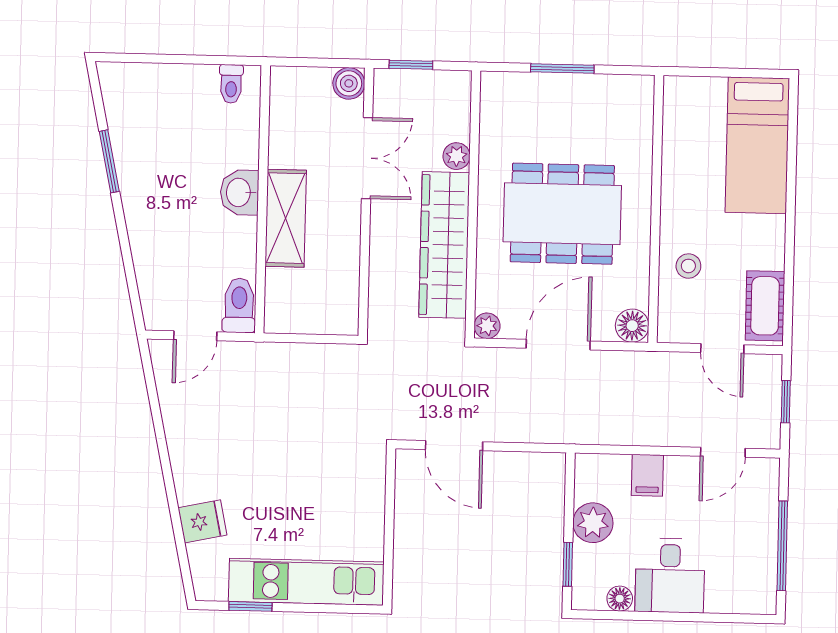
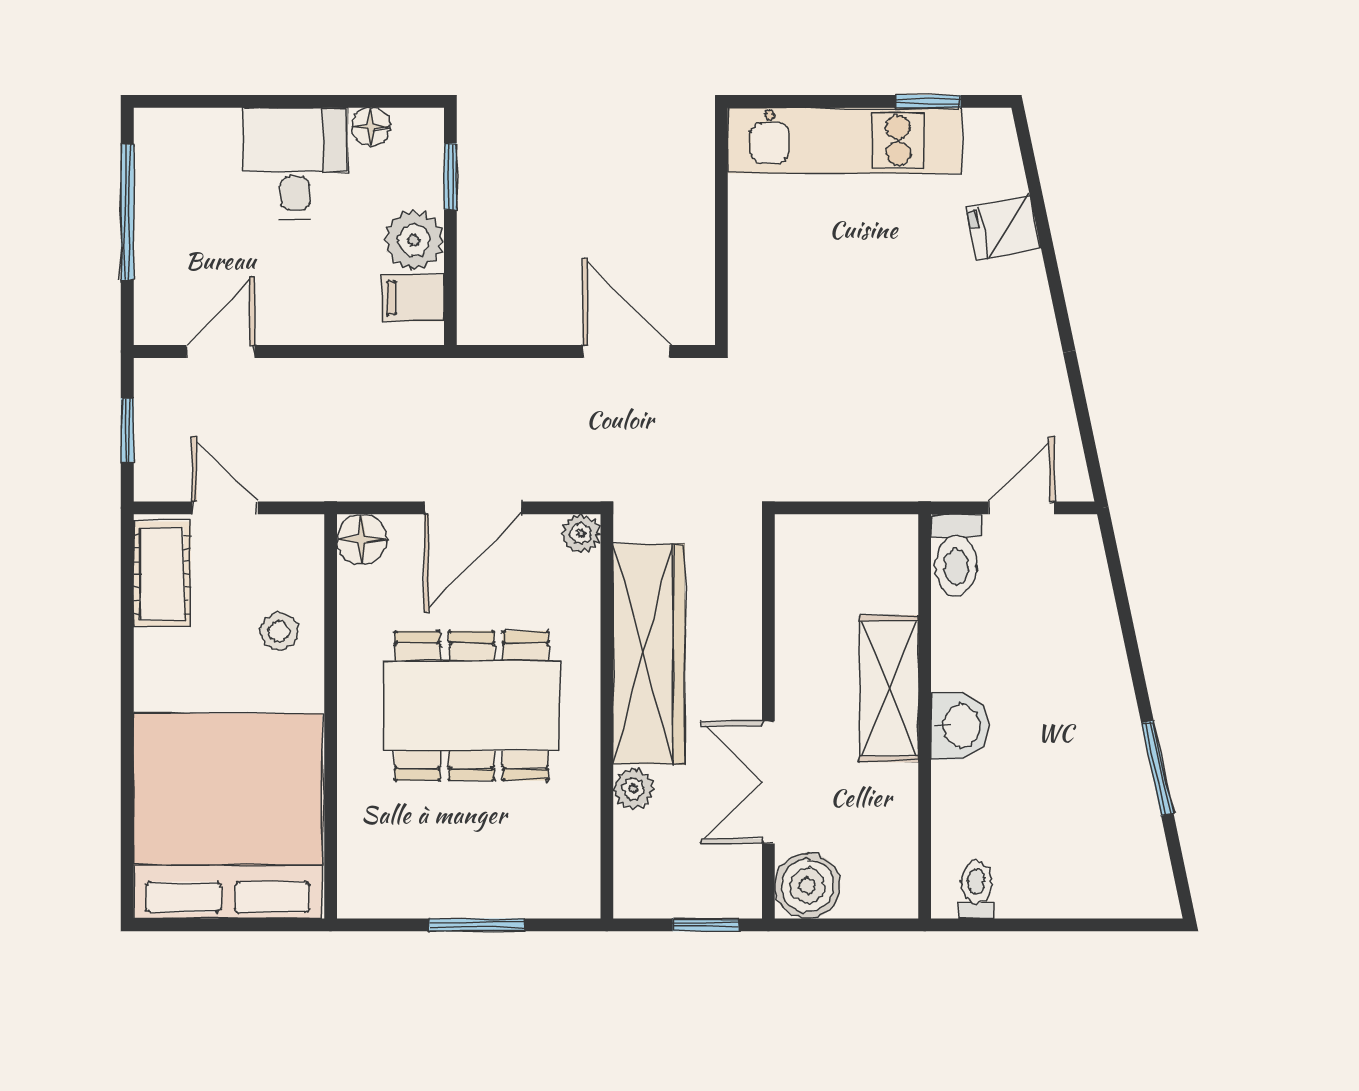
boiler: (349, 83) -> (807, 886), width x1.36, depth x1.36
bed: (757, 145) -> (228, 816), width x2.04
filing cabinet: (647, 475) -> (413, 298), moved, turned -90

